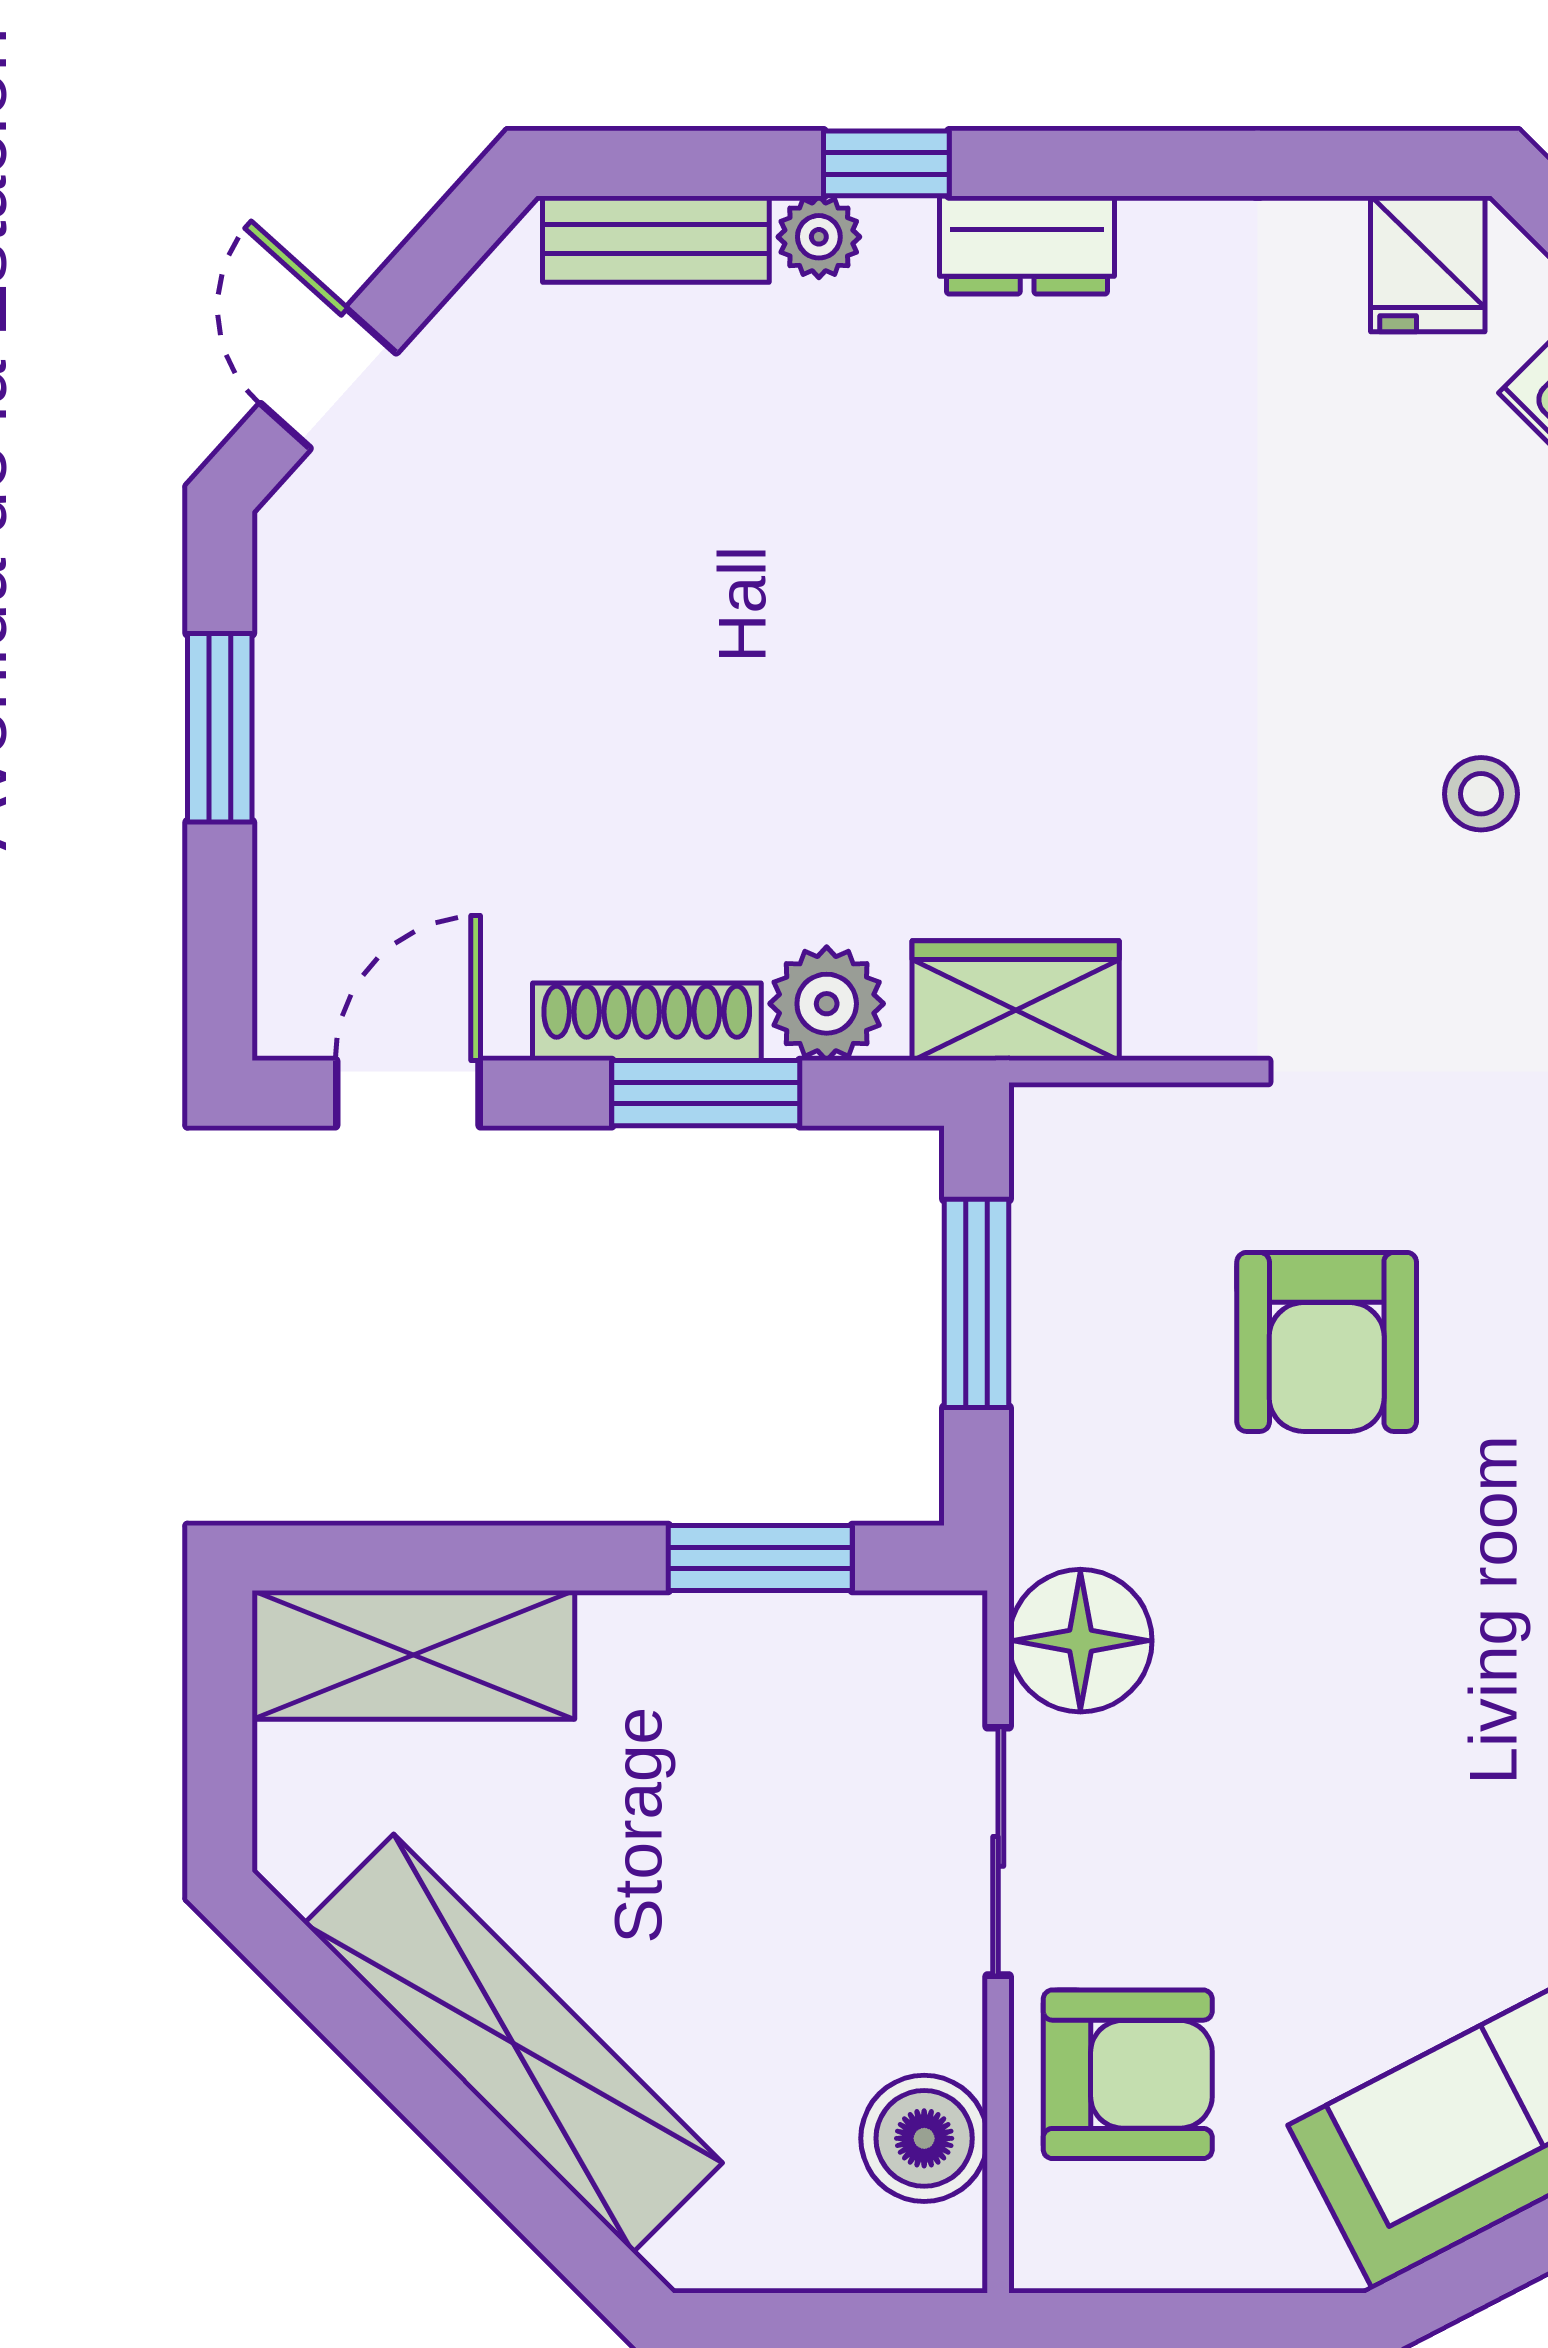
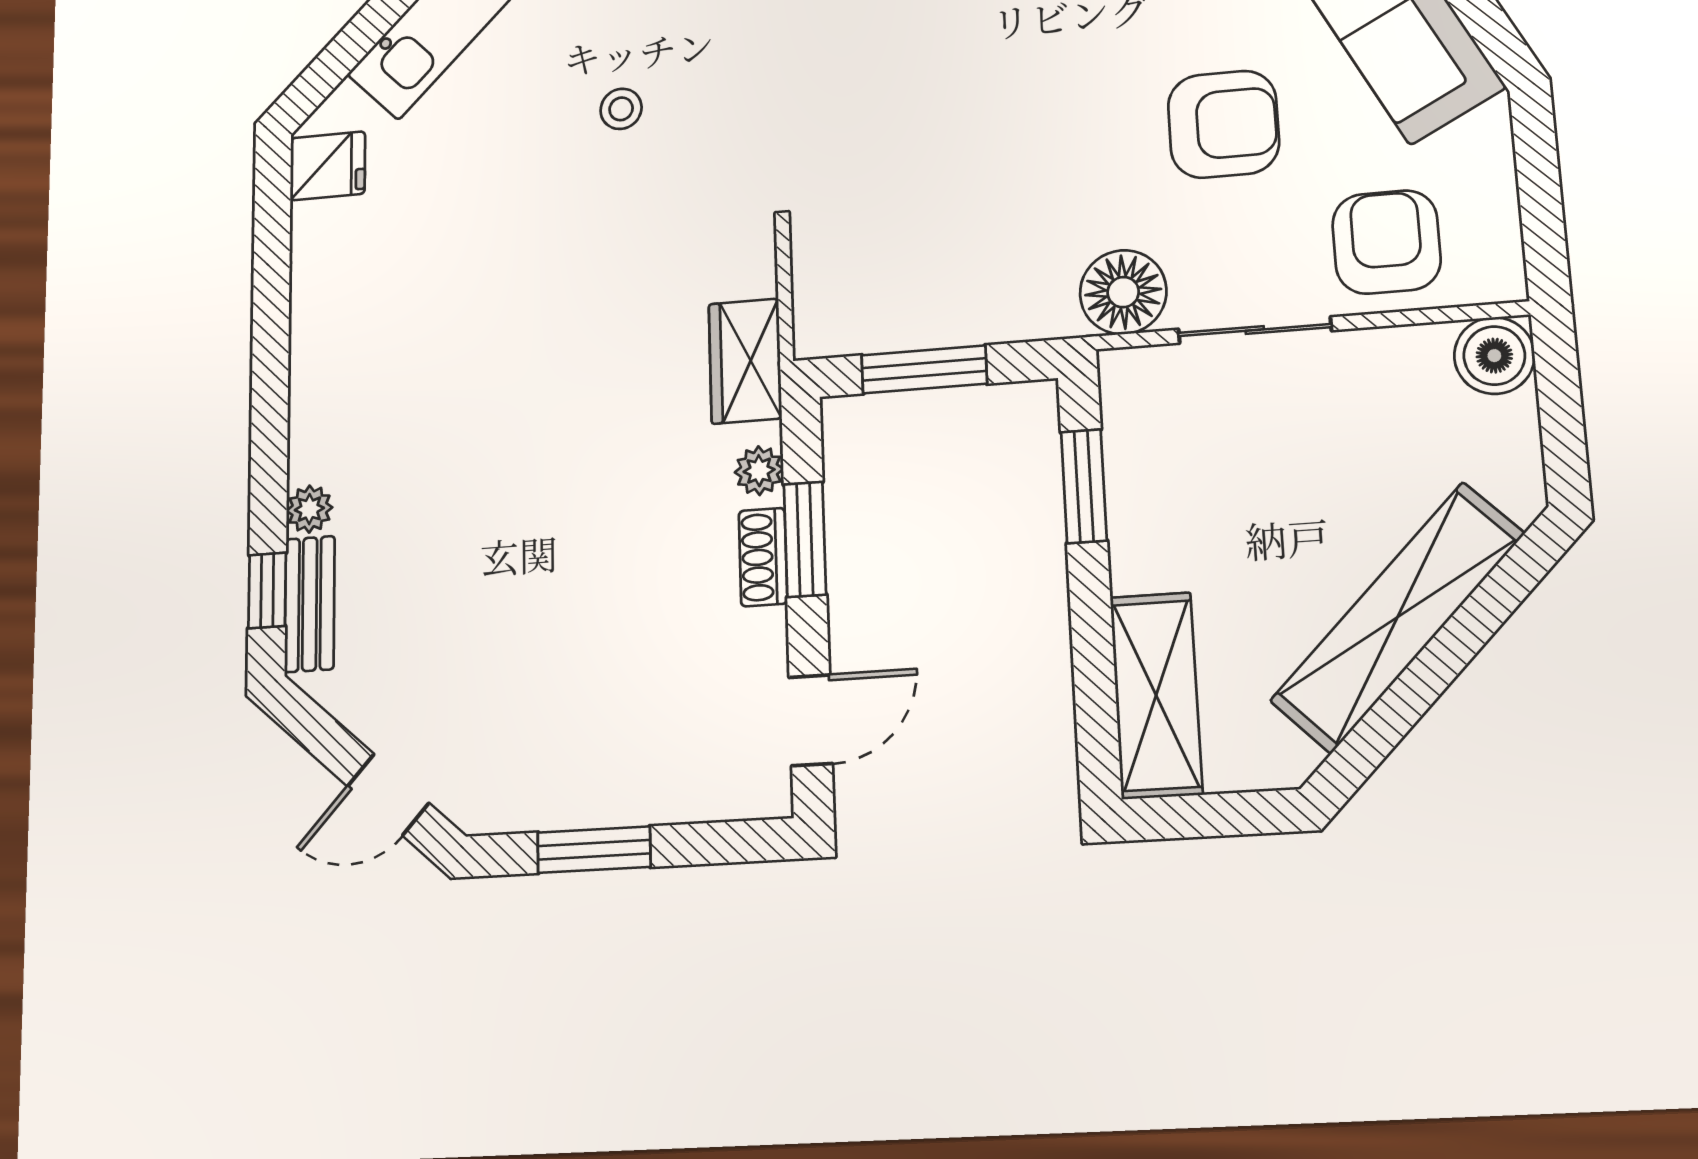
window: (886, 163) -> (267, 590), moved
dresser: (1027, 245) -> (315, 390), removed
plant: (827, 1004) -> (759, 471), width x0.73, depth x0.73
shoe rack: (647, 1022) -> (763, 557), width x0.70
door: (408, 1093) -> (811, 720), swing flipped
armchair: (1327, 1342) -> (1223, 124), moved
boiler: (924, 2138) -> (1494, 356), moved

